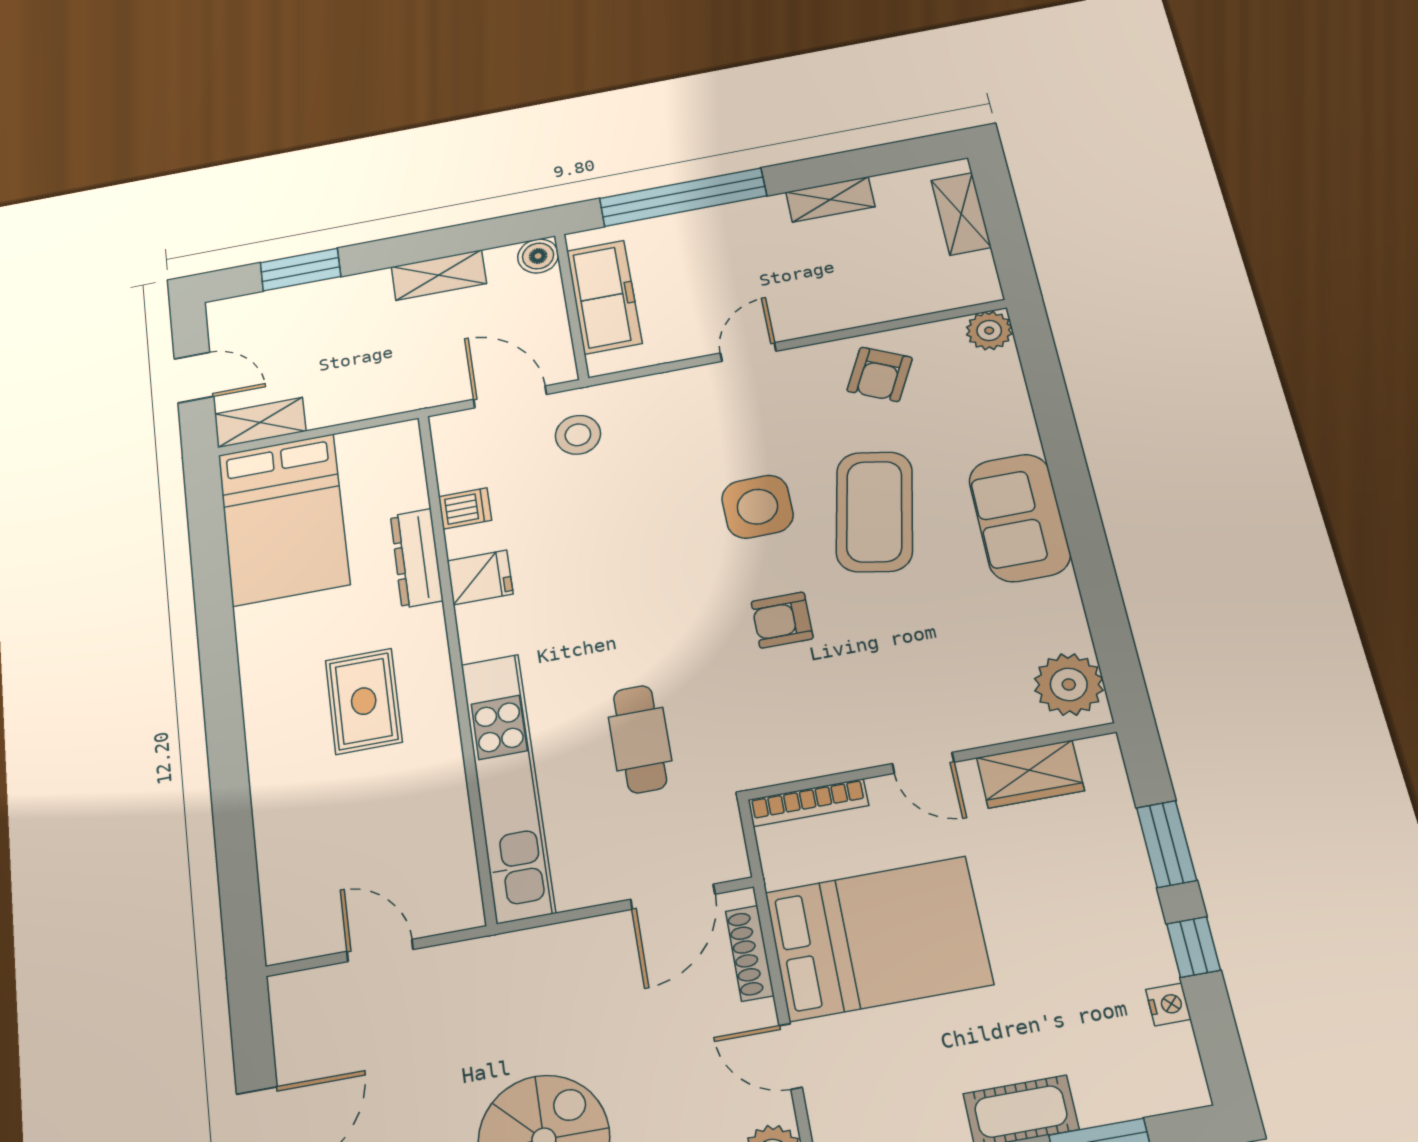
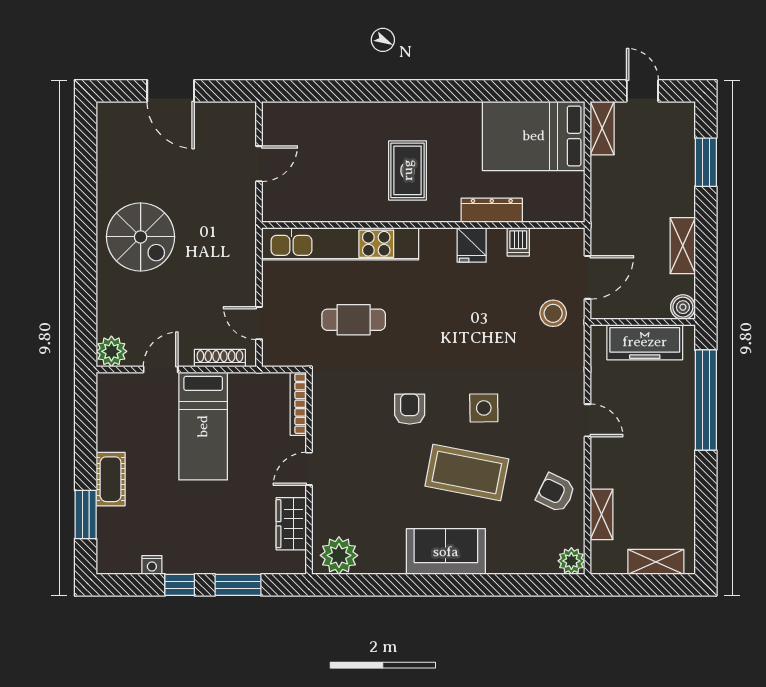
shelving: (830, 199) -> (602, 514), moved
door: (194, 378) -> (642, 91), swing flipped
side table: (757, 507) -> (484, 408), width x0.73, depth x0.73
rug: (364, 701) -> (408, 170), turned 90
door: (673, 897) -> (259, 323), width x0.73
bed: (878, 938) -> (203, 426), width x0.67

